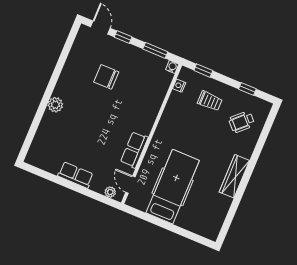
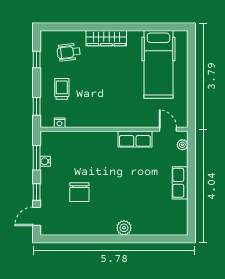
water cooler: (172, 67) -> (45, 161), moved
wheelchair: (242, 122) -> (69, 52), turned 128
wardrobe: (234, 176) -> (106, 38), moved
door: (130, 185) -> (168, 129), swing flipped
hospital bed: (173, 187) -> (158, 64), moved, turned -90

